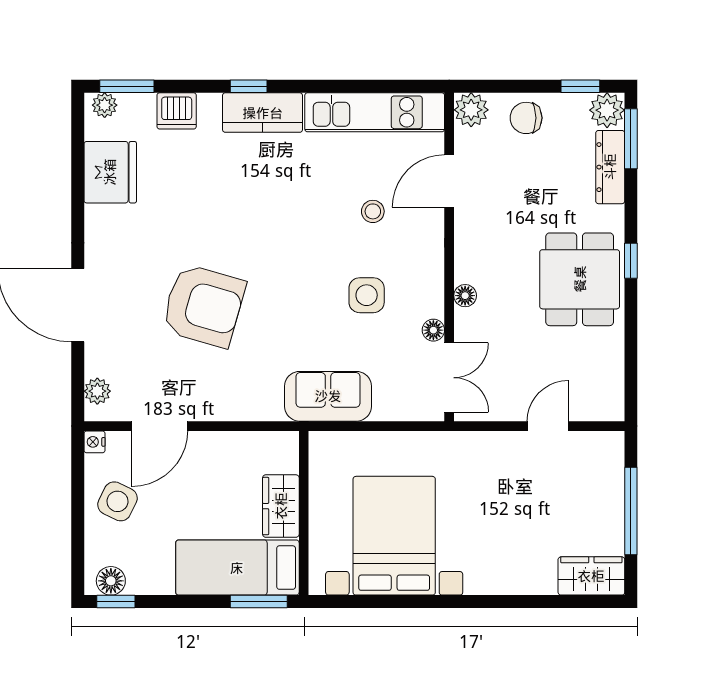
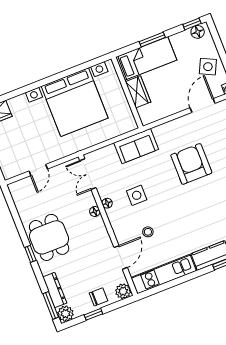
window: (580, 86) -> (93, 314), moved
armchair: (204, 306) -> (191, 164), moved, turned 74
floor lamp: (433, 330) -> (107, 203), moved
bed with nightstands: (394, 536) -> (75, 102), width x1.36
window: (259, 602) -> (152, 39), moved

